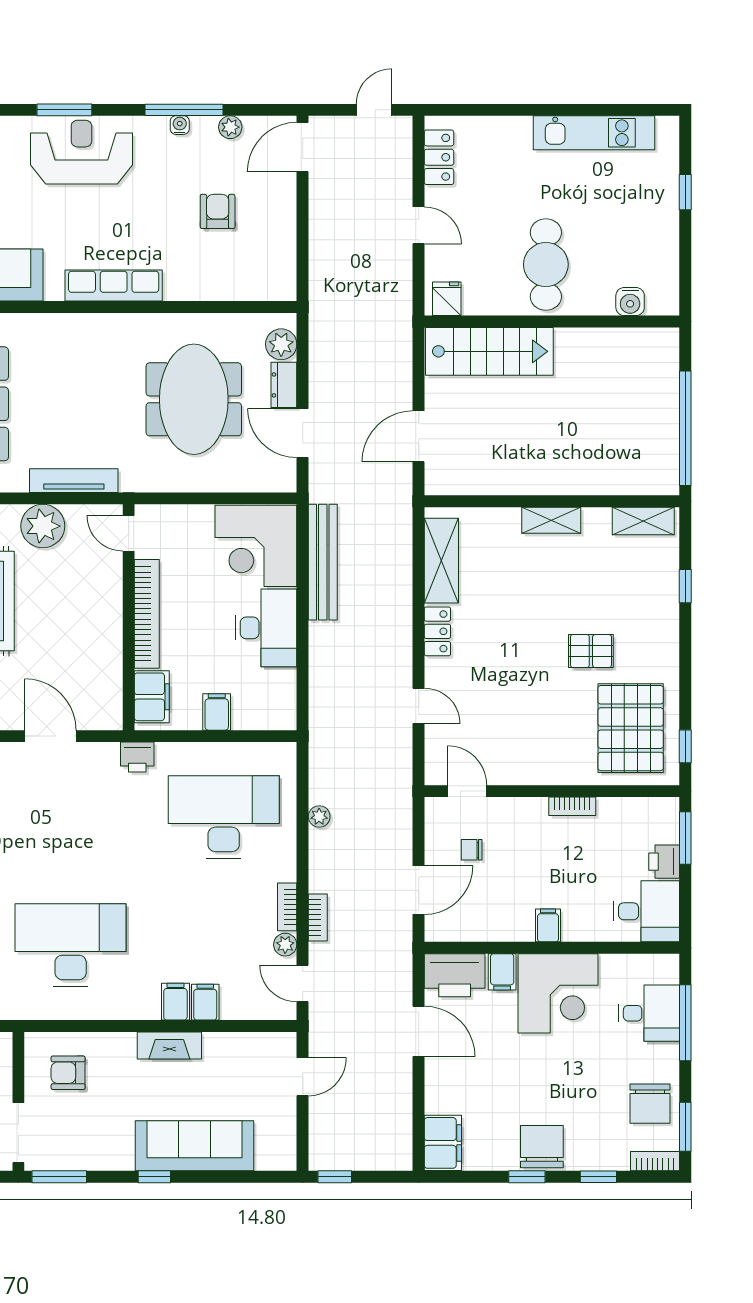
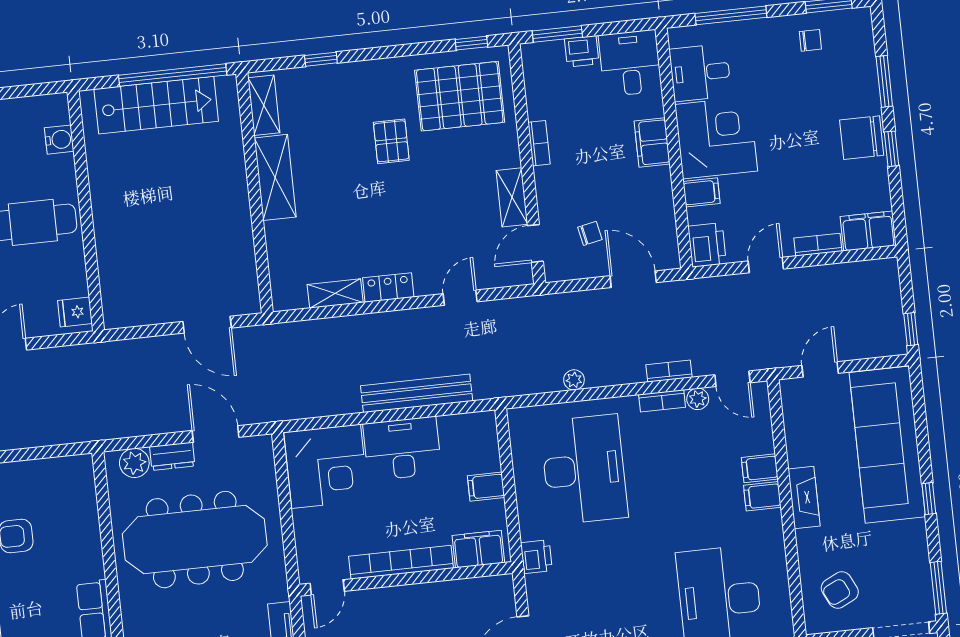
stairs: (489, 351) -> (156, 105), moved, turned 90
meeting table: (194, 399) -> (195, 540), width x1.36
door: (303, 433) -> (216, 434), swing flipped
shelving: (551, 520) -> (275, 177), width x1.50, depth x1.33
shelving: (441, 561) -> (335, 293), width x0.67, depth x0.75
bench: (323, 562) -> (417, 393), moved
shelving: (518, 772) -> (512, 197), added
desk: (224, 817) -> (584, 470), turned 180
chair: (472, 850) -> (590, 233), turned -102
filing cabinet: (548, 925) -> (652, 142), width x2.00
printer: (455, 975) -> (707, 245), width x0.73, depth x0.84
door: (303, 983) -> (732, 379), hinge flipped
desk: (649, 1013) -> (700, 73), moved, turned -90
door: (419, 1031) -> (766, 265), width x0.73
armchair: (68, 1073) -> (840, 590), turned 64
door: (303, 1077) -> (820, 369), hinge flipped
chair: (650, 1104) -> (810, 40), width x0.54, depth x0.54
sofa: (194, 1146) -> (887, 445), width x1.36, depth x1.27
bookcase: (655, 1161) -> (818, 245), moved, turned 90
window: (598, 1177) -> (884, 81), width x1.50

